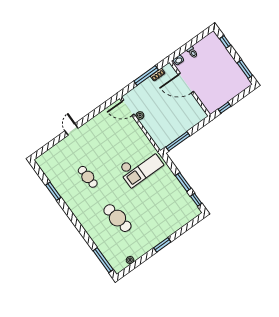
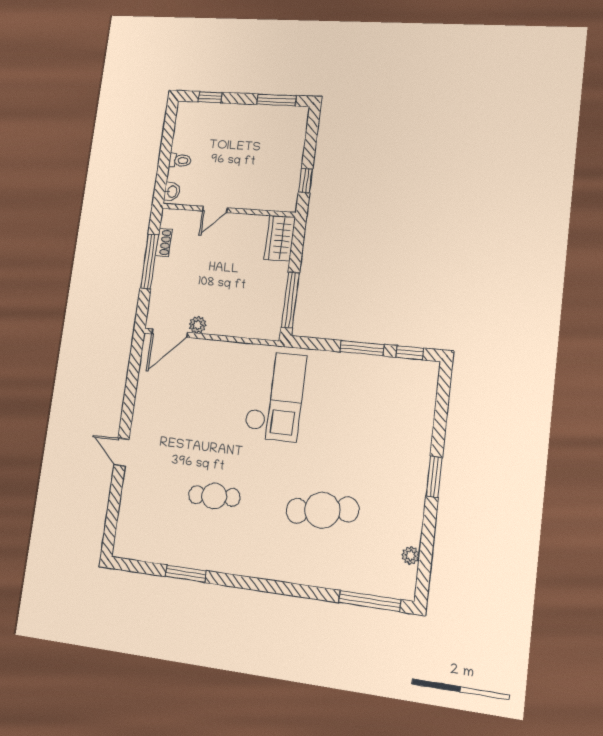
door: (186, 83) -> (215, 209), width x0.53
wardrobe: (196, 117) -> (280, 238), added

